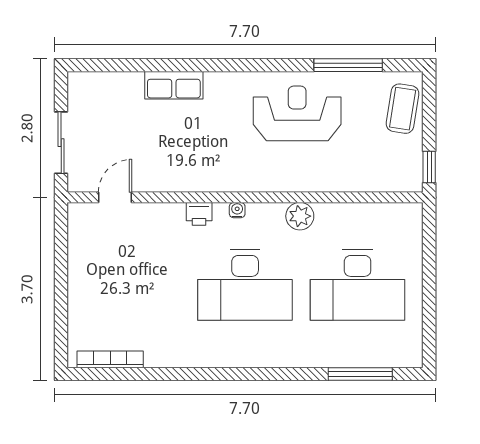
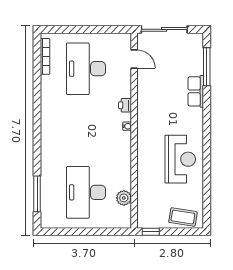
window: (348, 65) -> (207, 67), moved
sliding door: (61, 143) -> (164, 29), width x1.37
plant: (300, 216) -> (124, 198), moved
desk: (245, 285) -> (86, 69), moved

